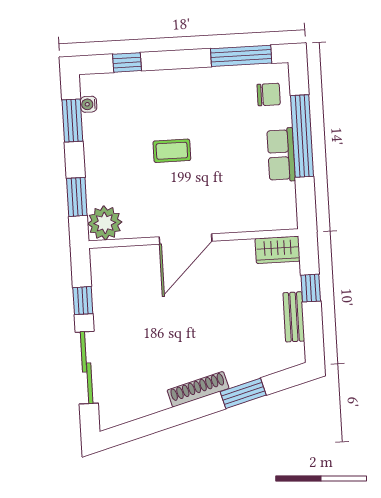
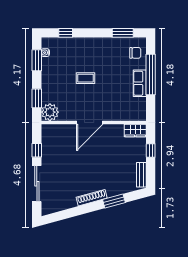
window: (241, 56) -> (123, 33), width x0.69
bench: (294, 317) -> (141, 175), moved

